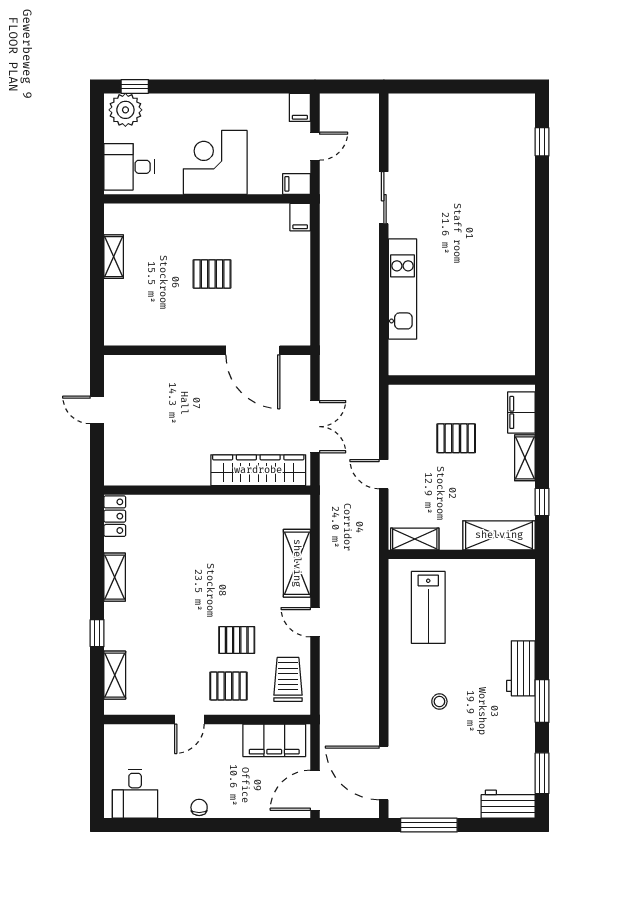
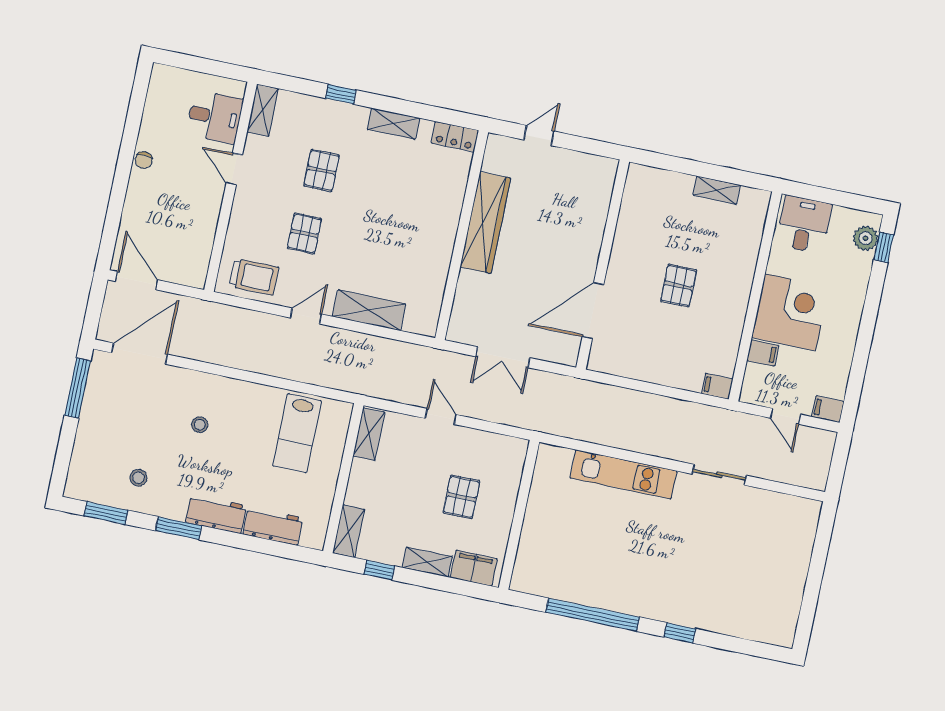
plant: (125, 110) -> (866, 238), width x0.73, depth x0.73
window: (542, 142) -> (680, 633), moved
filing cabinet: (297, 184) -> (763, 353), moved, turned 90
window: (542, 290) -> (593, 615), added
door: (97, 410) -> (539, 136), moved
wardrobe: (258, 470) -> (485, 223), moved
door: (384, 474) -> (441, 417), hinge flipped
shelving: (499, 535) -> (349, 531), width x0.67, depth x0.75
lab bench: (428, 607) -> (297, 433), turned -90
shelving: (115, 675) -> (263, 110), moved, turned 90
pallet: (228, 686) -> (322, 170), moved
filing cabinet: (274, 740) -> (195, 250), removed
stool: (502, 749) -> (138, 478), added
desk: (135, 794) -> (215, 117), moved, turned 180
workbench: (508, 804) -> (273, 526), moved, turned -90
chair: (199, 807) -> (144, 160), turned 90

